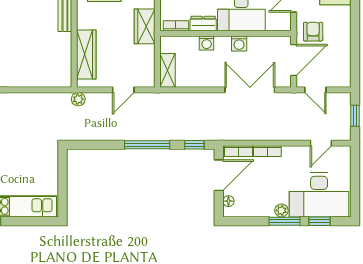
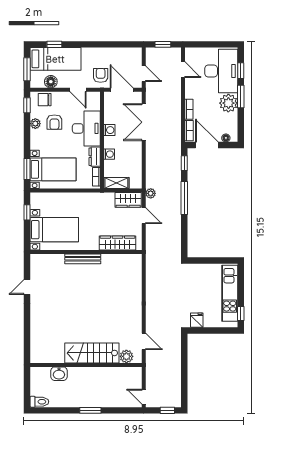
wardrobe: (145, 26) -> (128, 200), moved
armchair: (313, 32) -> (101, 75), turned 90
shelving: (167, 70) -> (116, 183), moved
door: (315, 90) -> (144, 74), hinge flipped
plant: (78, 99) -> (151, 193), moved
plant: (281, 210) -> (228, 103), width x1.88, depth x1.88

